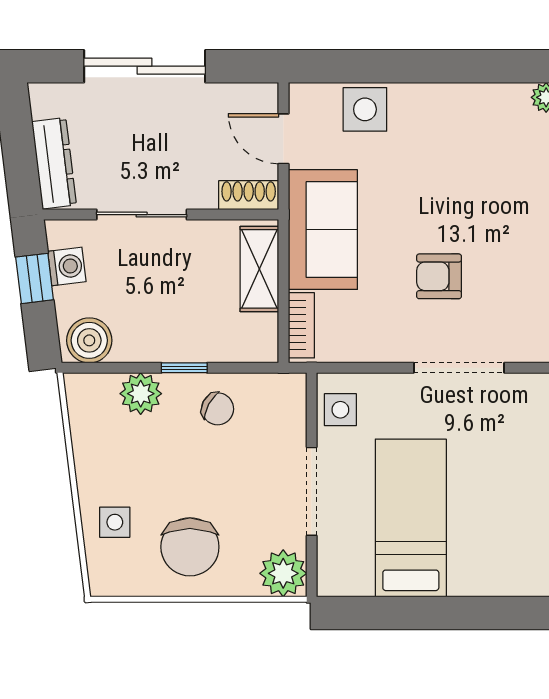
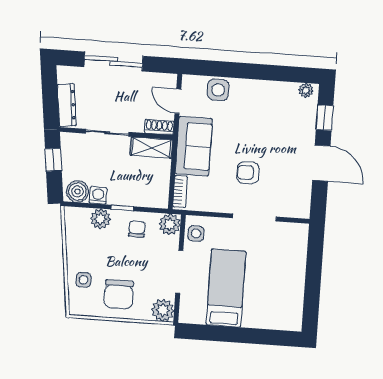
washing machine: (67, 266) -> (98, 195), moved, turned -83
shelving: (259, 269) -> (151, 148), moved, turned 90
plant: (285, 395) -> (170, 224), added
chair: (218, 409) -> (137, 229), turned -118

